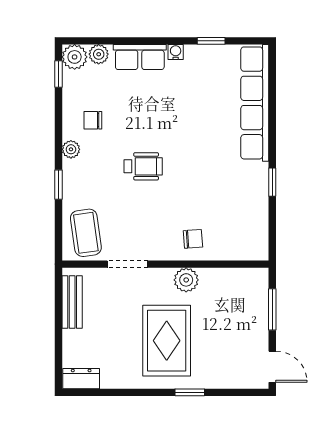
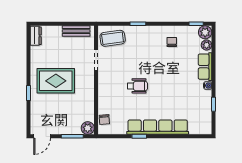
row of seats: (255, 103) -> (158, 127), moved
plant: (71, 149) -> (156, 30), removed
wheelchair: (143, 166) -> (137, 86), moved, turned -90
chair: (193, 239) -> (104, 119), moved
plant: (186, 280) -> (88, 128), moved

